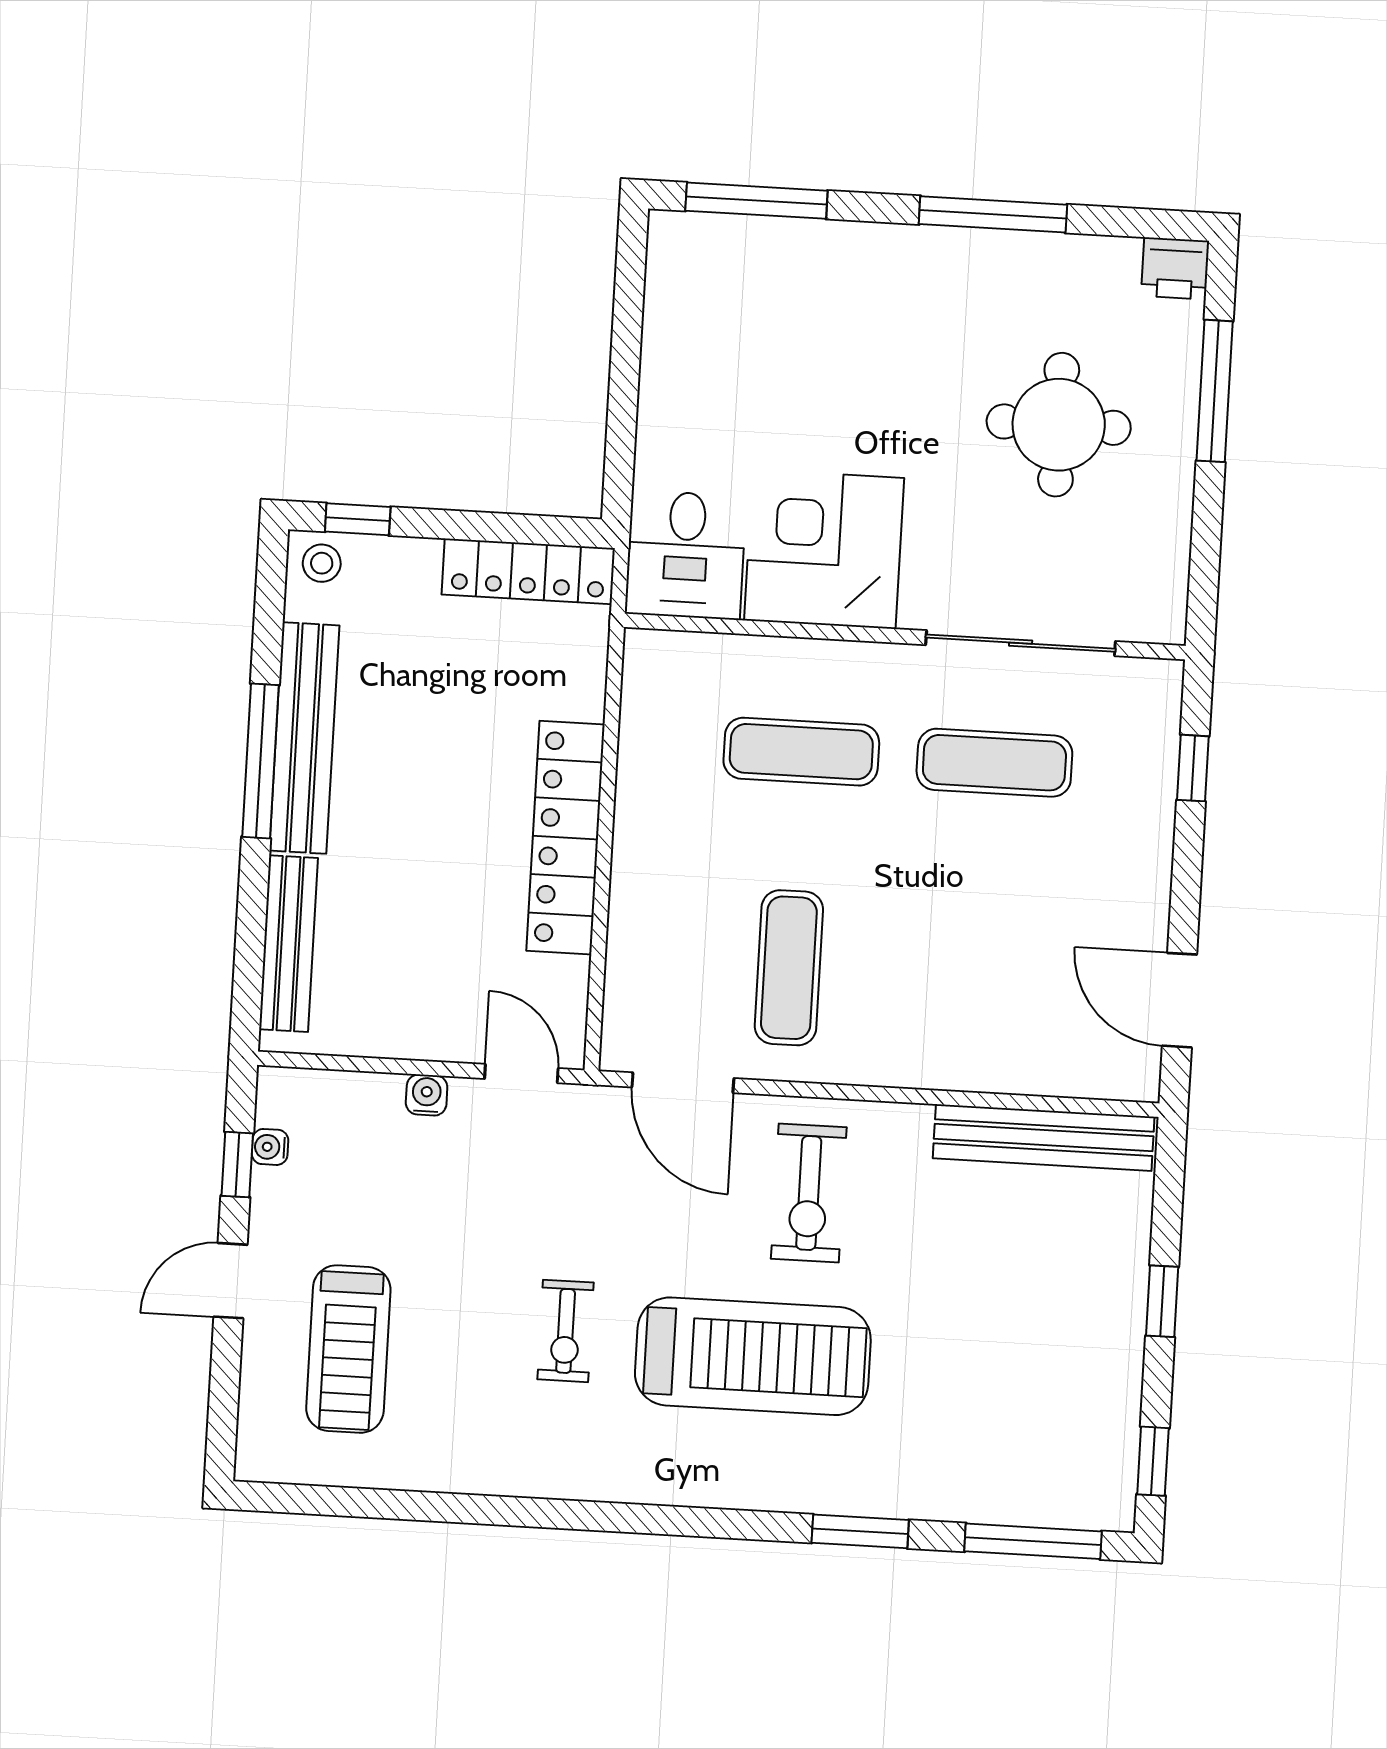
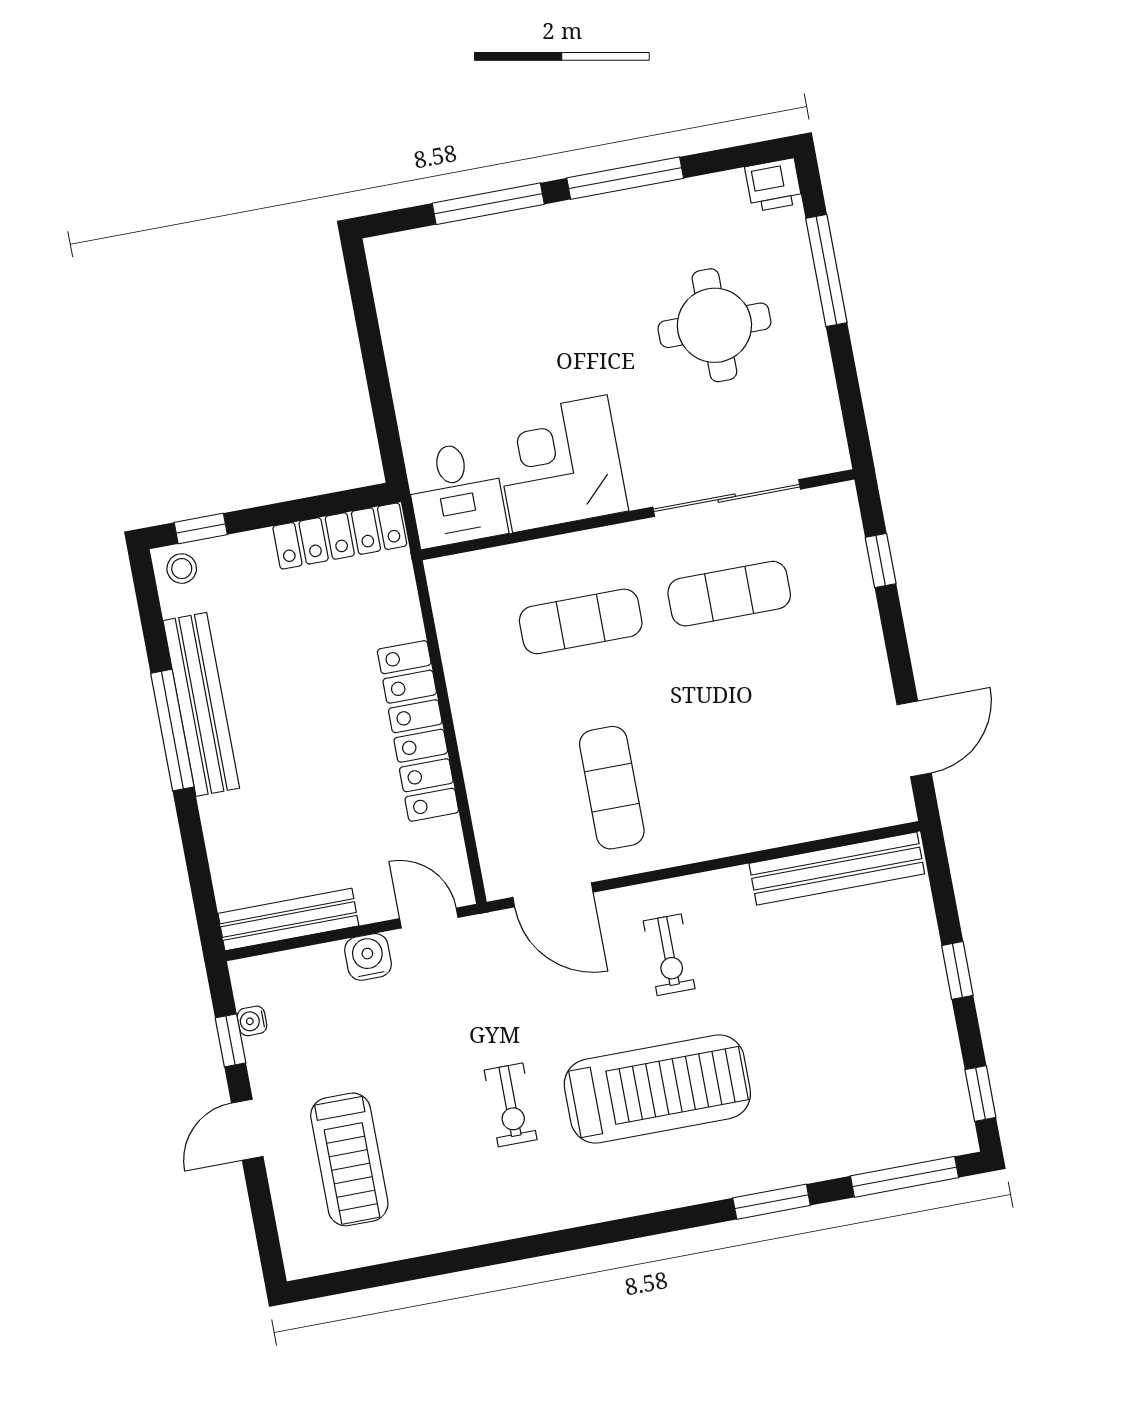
window: (756, 201) -> (488, 204), moved
bench: (288, 944) -> (288, 920), moved, turned 90
door: (1180, 1000) -> (914, 739), swing flipped
water cooler: (427, 1095) -> (368, 957), width x1.38, depth x1.38
exercise bike: (809, 1193) -> (669, 955), width x0.73, depth x0.72

